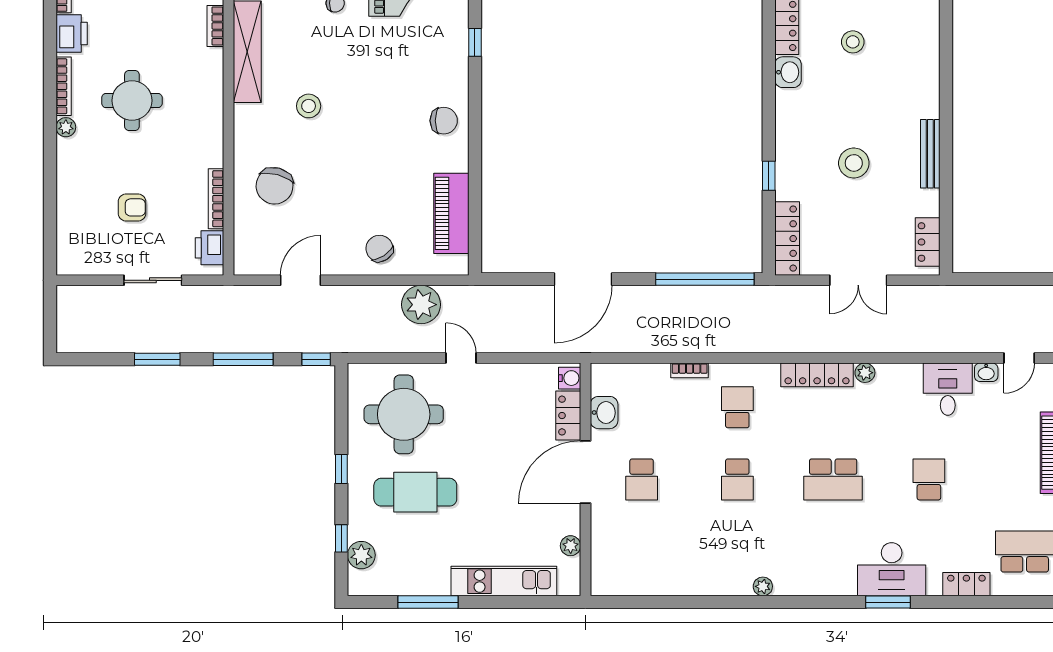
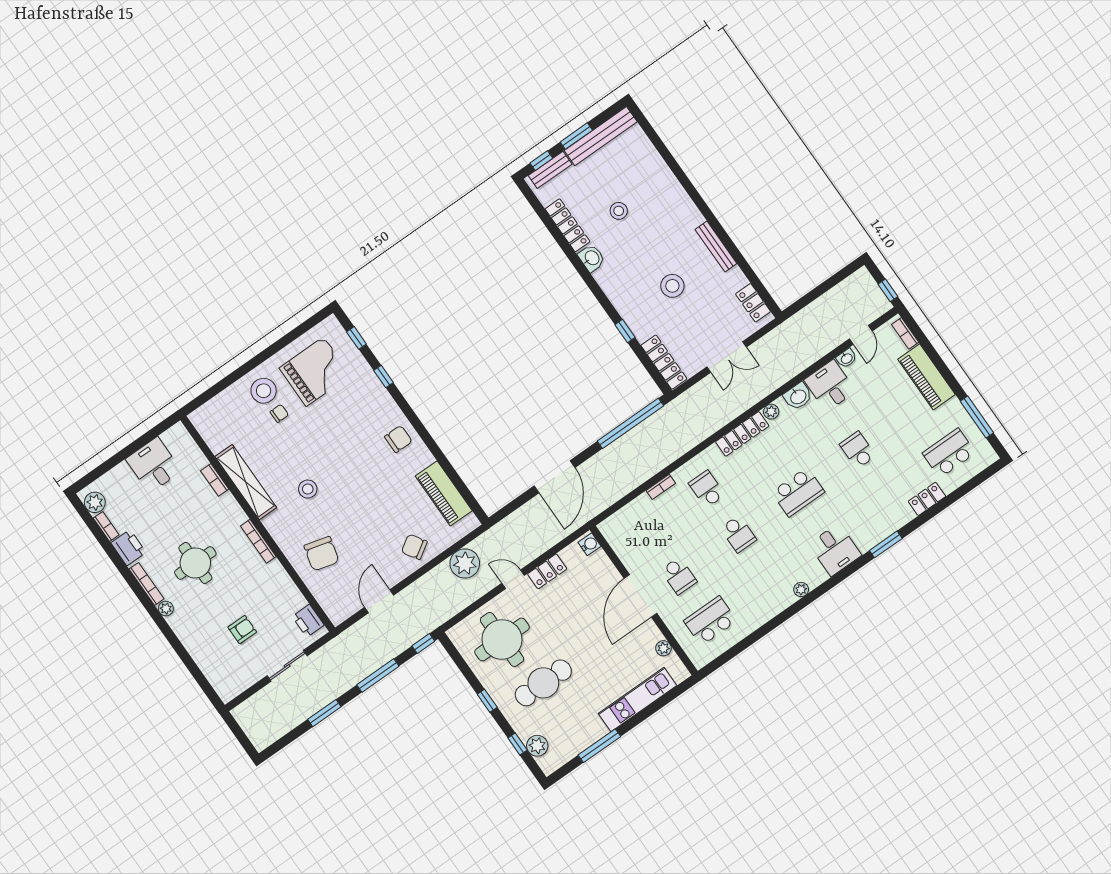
bookcase: (216, 199) -> (258, 541), moved
washbasin: (604, 413) -> (798, 396), moved, turned 90
locker: (568, 416) -> (547, 571), moved, turned -90
school desk: (642, 552) -> (710, 621), added
desk: (892, 569) -> (835, 550), moved, width x0.73

